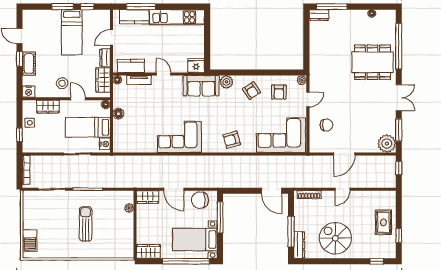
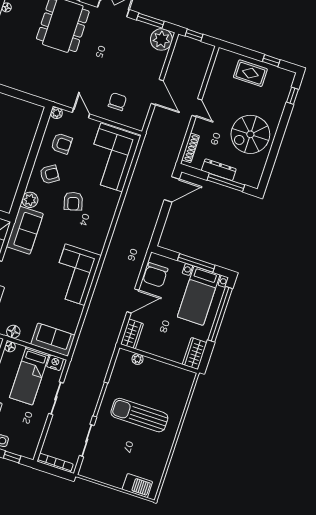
floor lamp: (118, 114) -> (13, 332), moved
sofa: (122, 136) -> (53, 340), added
armchair: (232, 140) -> (73, 201), moved
window: (220, 217) -> (196, 263), moved
sun lounger: (86, 224) -> (139, 415), width x1.36, depth x1.34
dresser: (299, 245) -> (219, 170), moved

